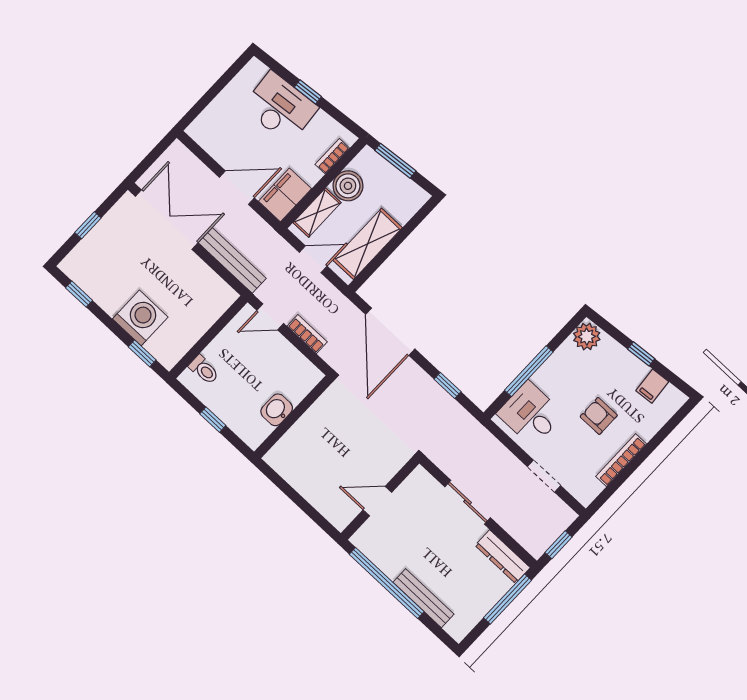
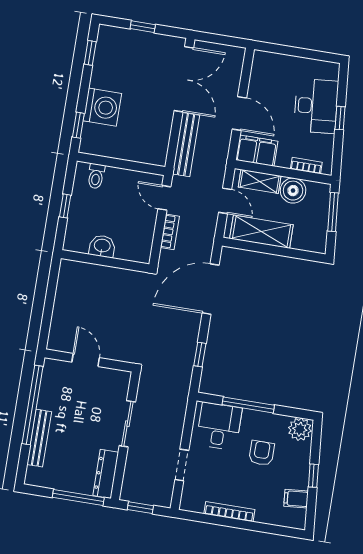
armchair: (599, 416) -> (262, 453), moved

